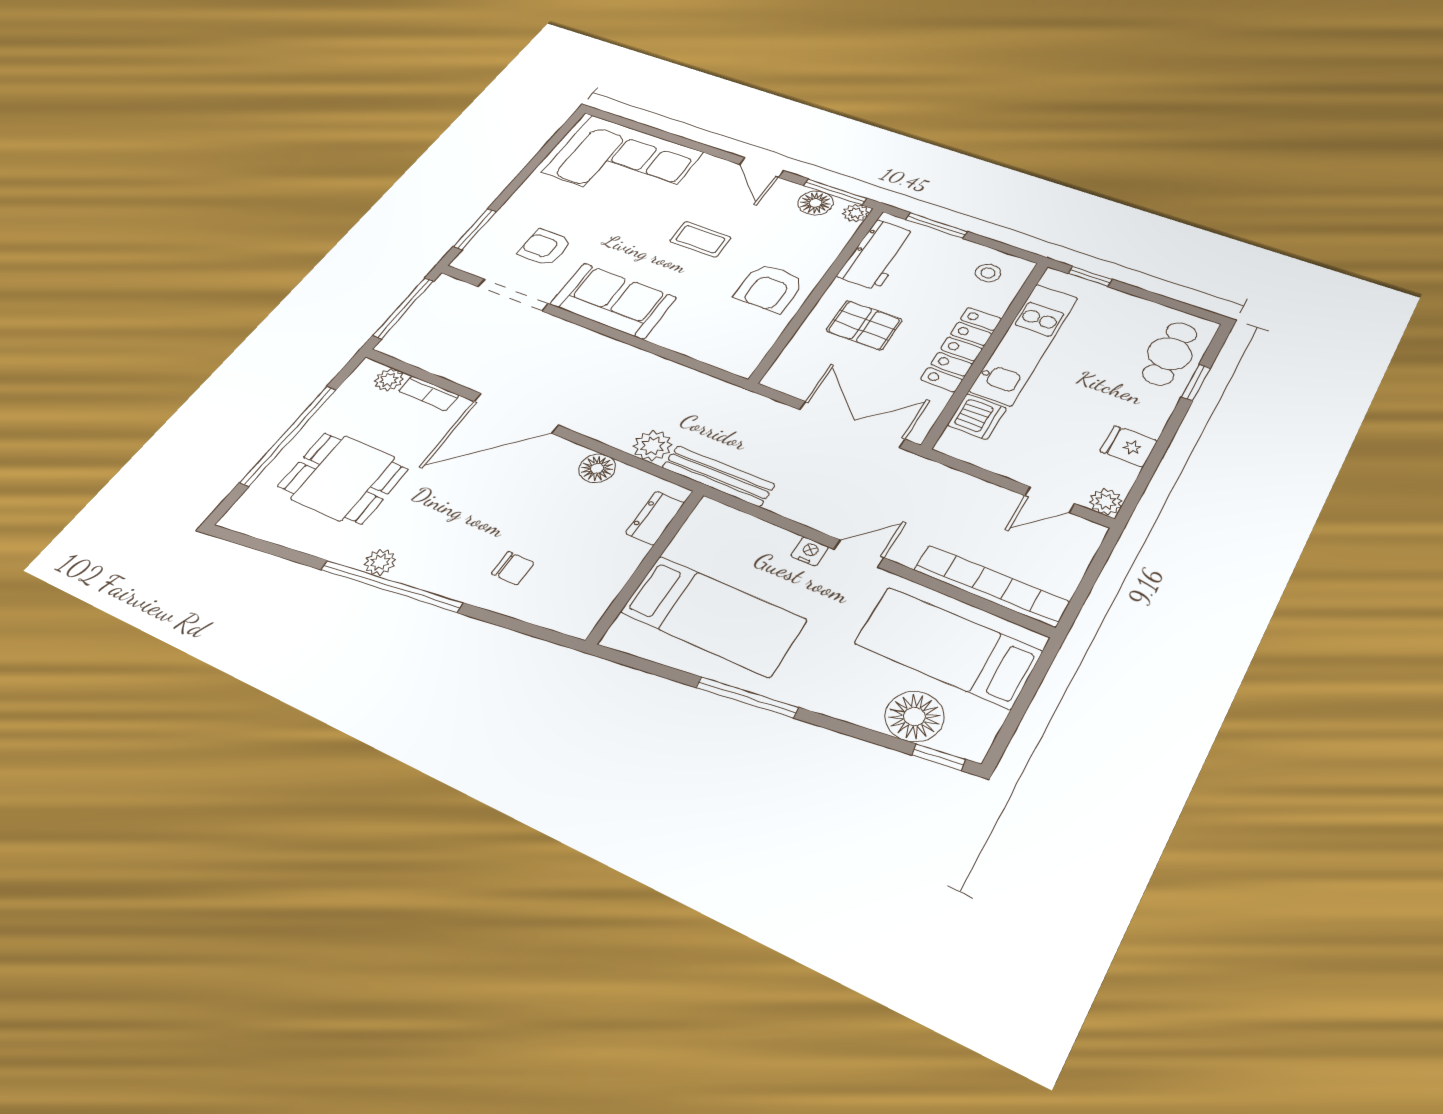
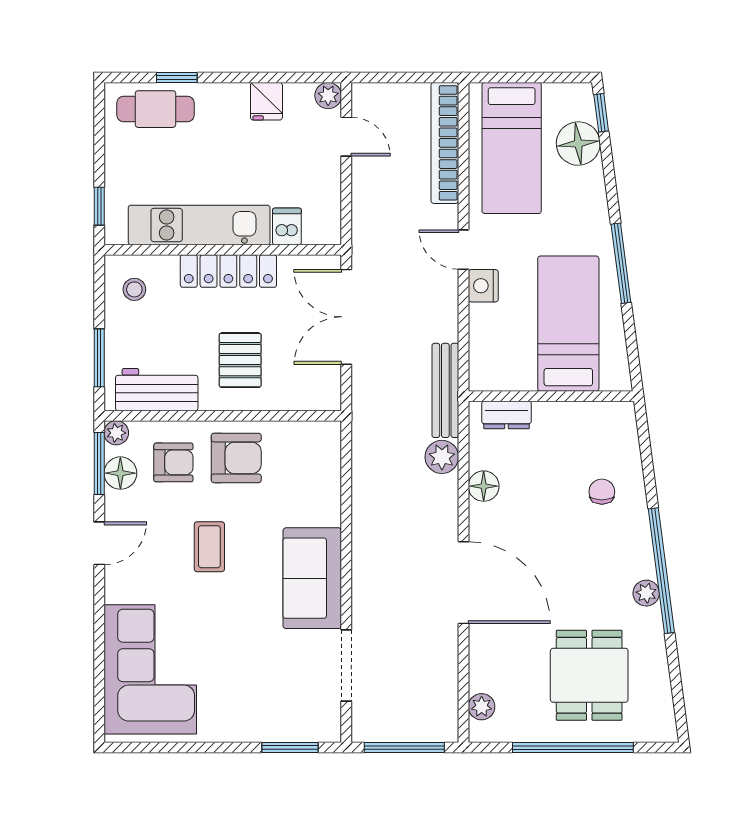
armchair: (545, 247) -> (173, 462), moved, turned -90
bookcase: (429, 393) -> (479, 665), removed
dishwasher: (977, 417) -> (287, 226), width x0.73
nightstand: (810, 551) -> (483, 286), width x1.39, depth x1.35

